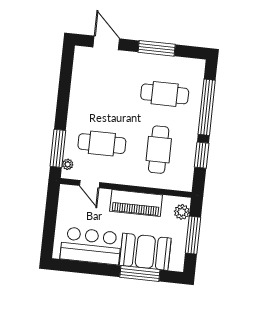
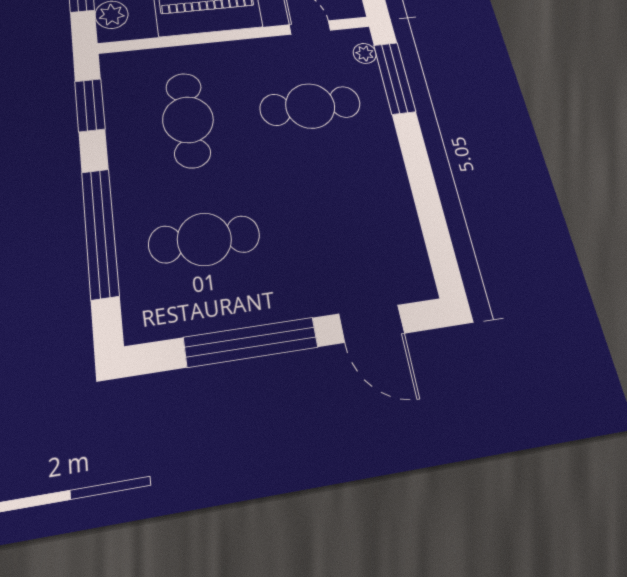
window: (157, 48) -> (251, 342), width x1.46
window: (202, 155) -> (90, 105), moved

